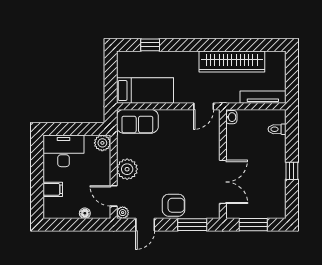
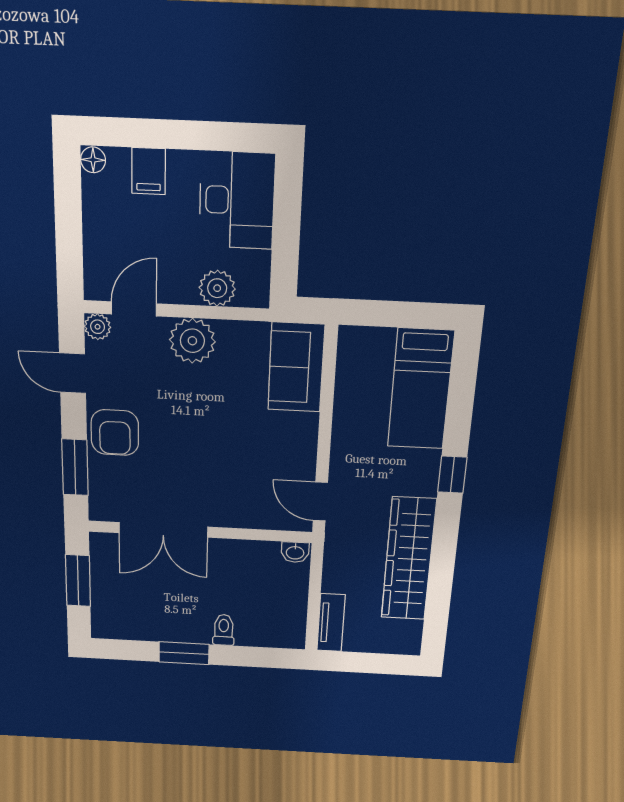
window: (150, 45) -> (452, 475), moved
bed: (145, 90) -> (421, 389), moved
tv unit: (263, 97) -> (331, 623), width x0.71
toilet: (277, 129) -> (224, 630), moved
plant: (102, 143) -> (217, 288), moved
window: (292, 171) -> (184, 653), width x1.50
floor lamp: (85, 213) -> (93, 160), moved

